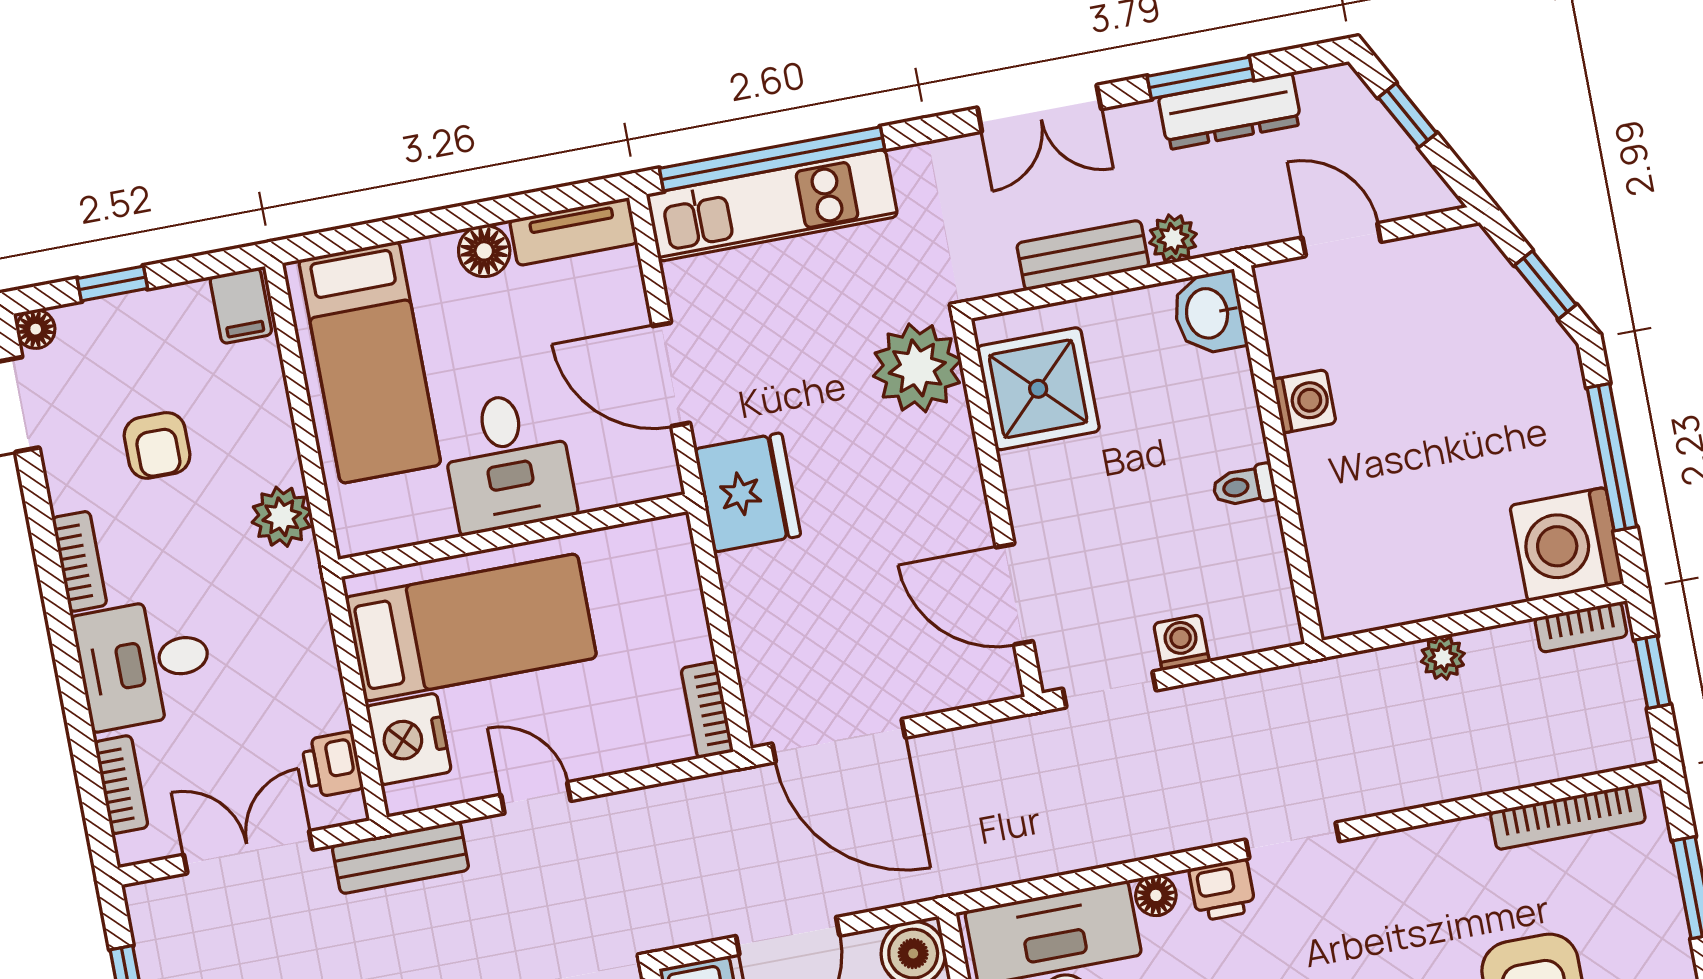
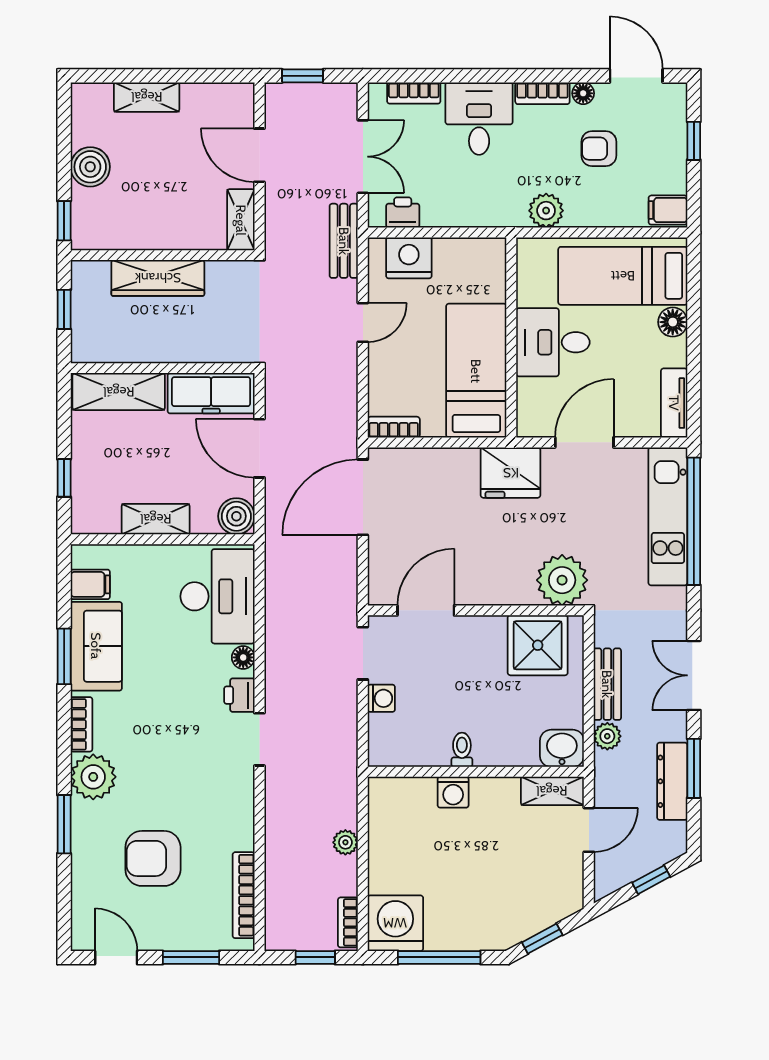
floor lamp: (484, 251) -> (673, 322), moved
shelving: (1286, 316) -> (552, 791), added
floor lamp: (36, 329) -> (583, 93), moved
washing machine: (1304, 401) -> (453, 792), moved
bed: (471, 627) -> (476, 371), moved, turned 180

